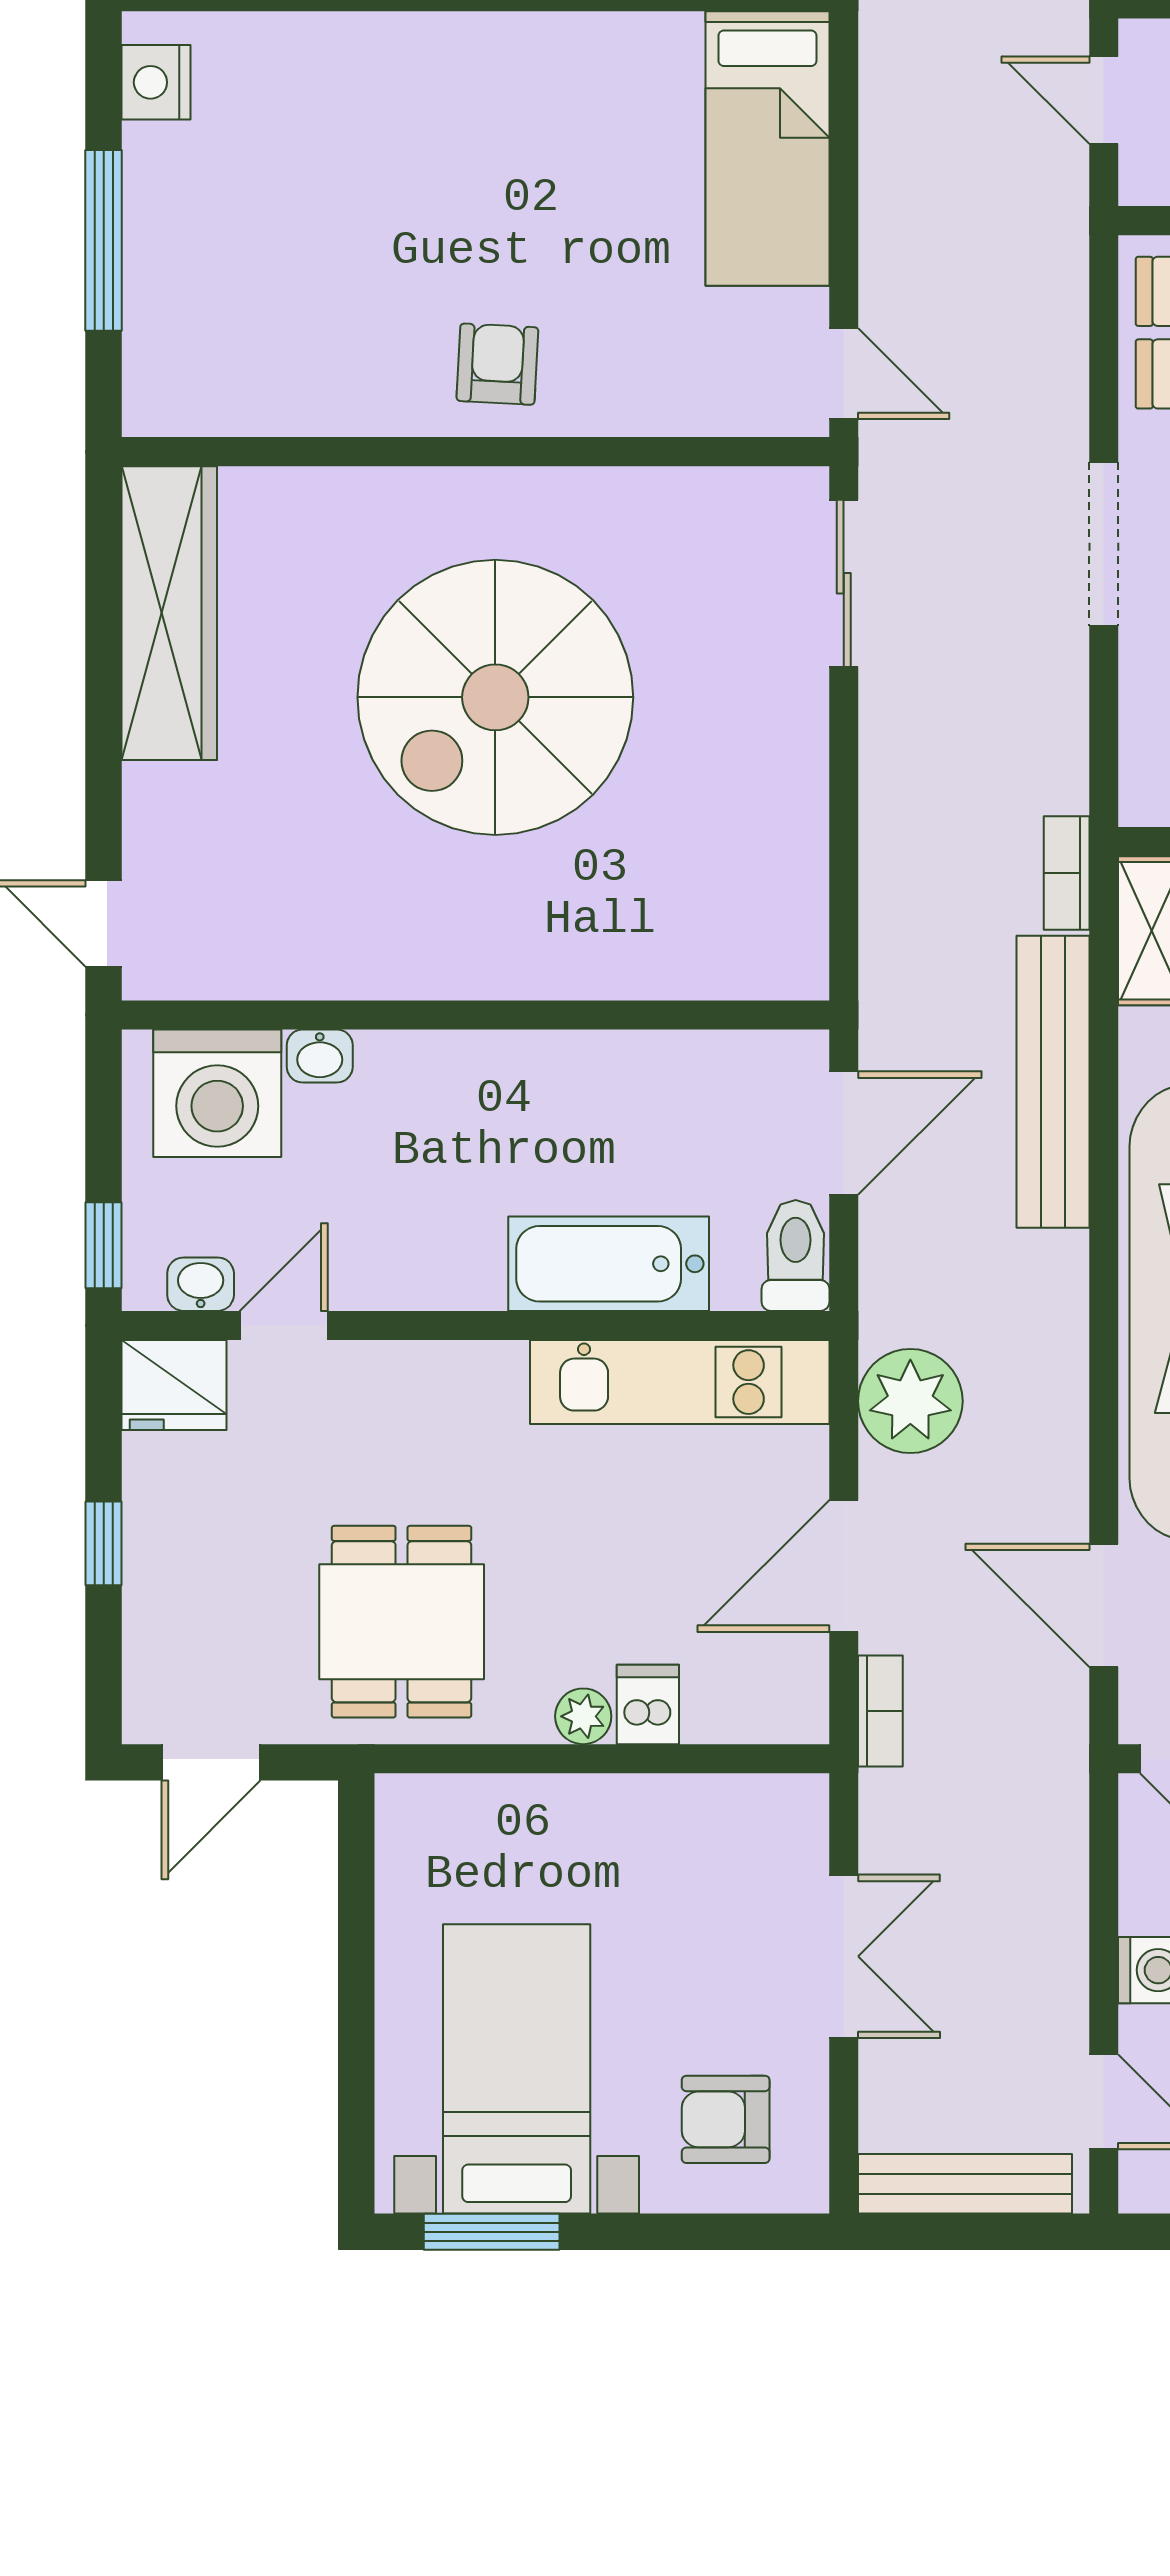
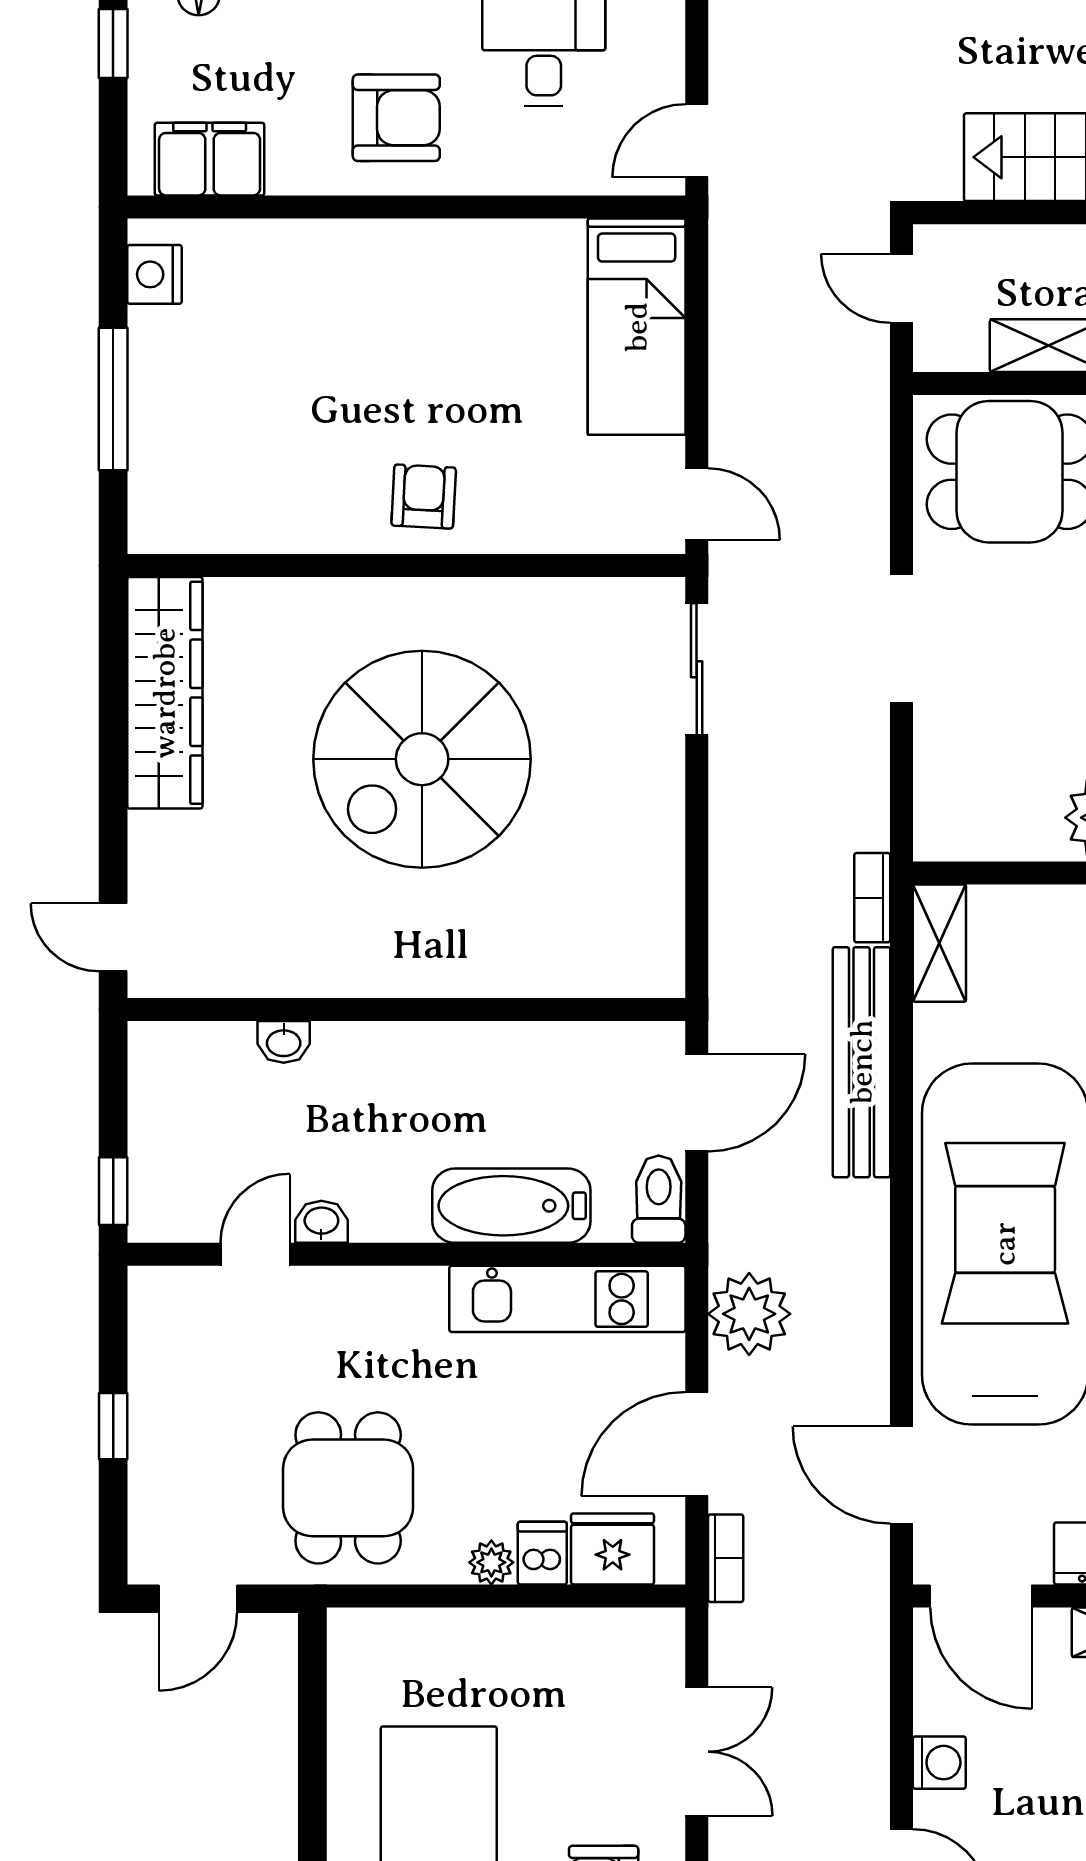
washing machine: (217, 1093) -> (203, 1071), removed
washbasin: (201, 1284) -> (321, 1222), moved
fridge: (174, 1385) -> (613, 1549), moved, turned 180

